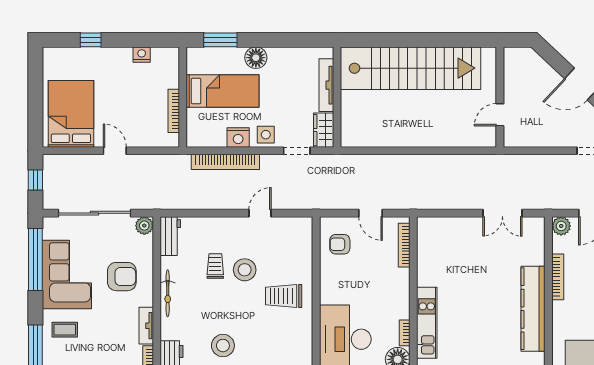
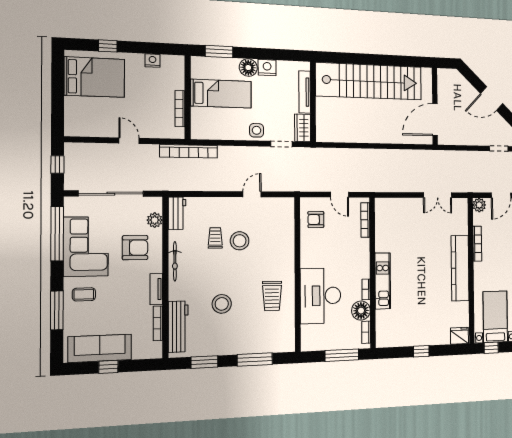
bed: (71, 114) -> (94, 77), moved, turned 90
door: (500, 115) -> (435, 120), width x1.88
nightstand: (238, 137) -> (267, 68), moved, turned 180
bookcase: (225, 162) -> (189, 151), moved
plant: (144, 226) -> (155, 220), moved
trolley: (284, 296) -> (272, 296), moved, turned -90

